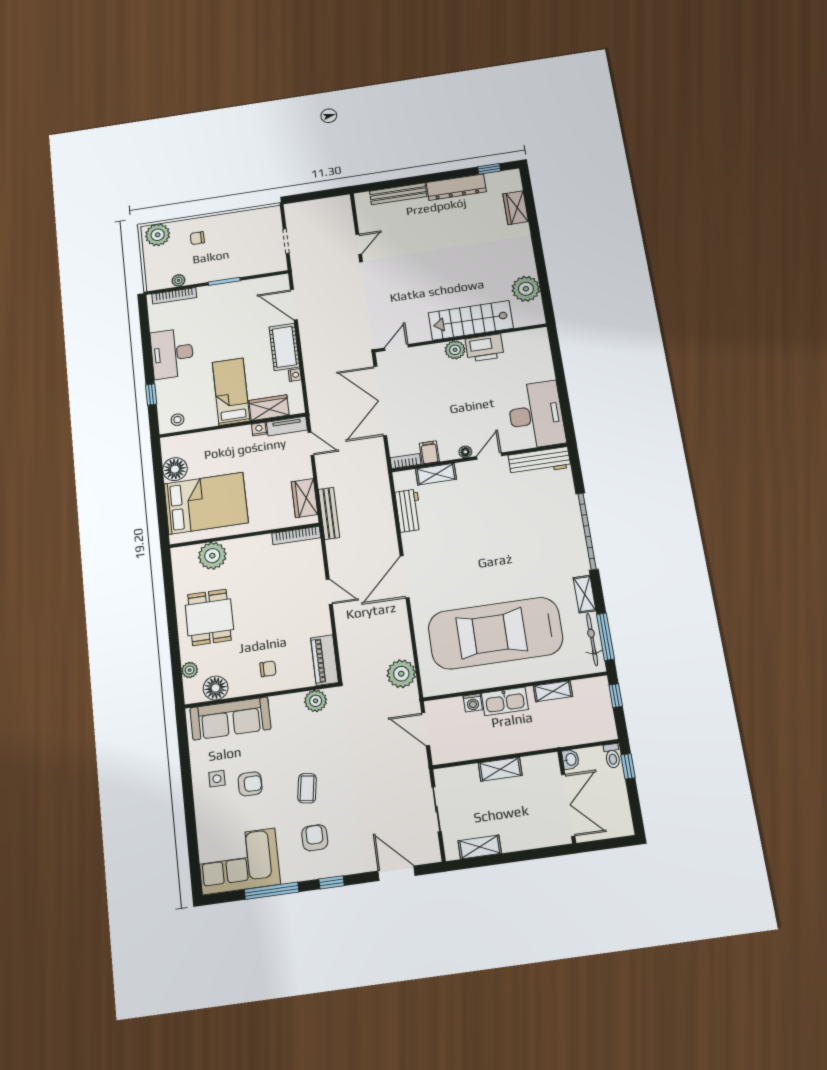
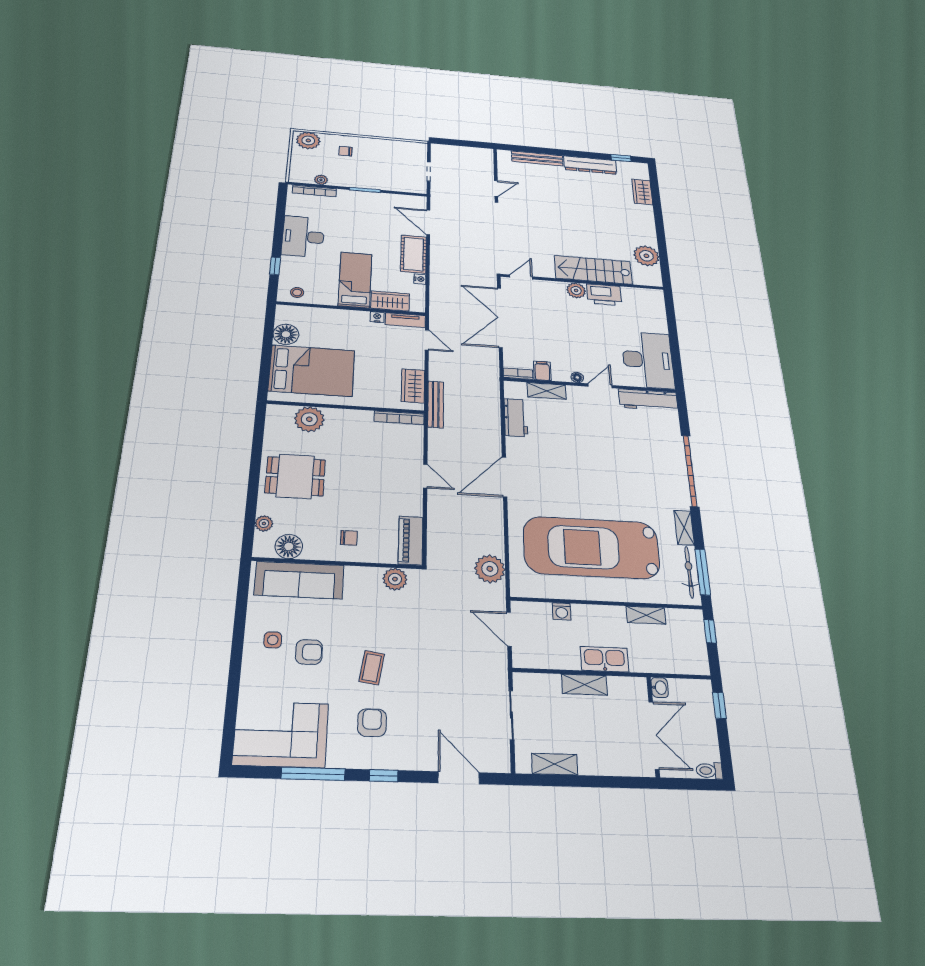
dining table: (209, 617) -> (295, 476), turned 90
kitchen sink: (505, 701) -> (604, 659), moved, turned 180
toilet: (612, 756) -> (709, 771), moved, turned 90

